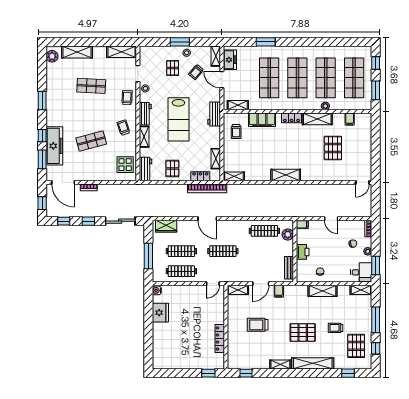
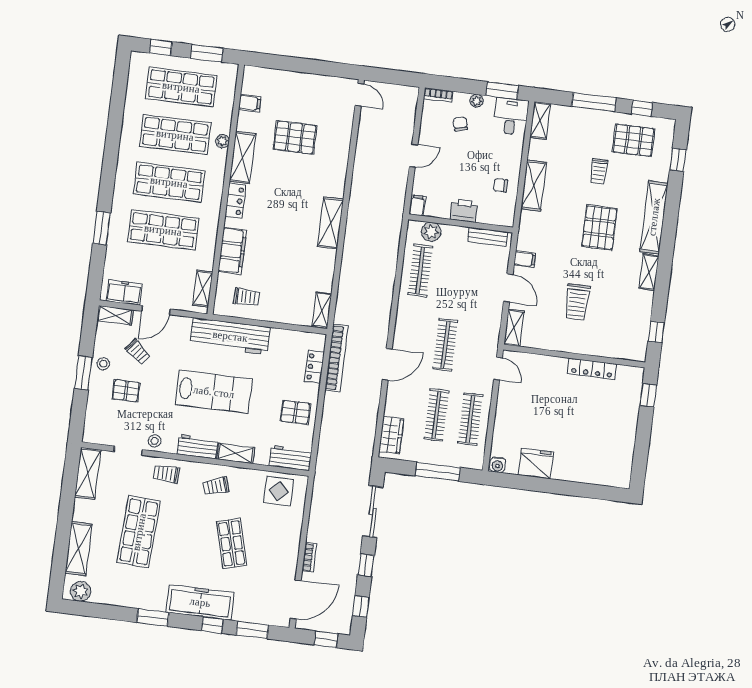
shop shelf: (91, 86) -> (139, 532), width x1.43, depth x1.36
workbench: (214, 114) -> (230, 336), width x1.88, depth x1.32
freezer: (54, 146) -> (200, 602), moved
shelving: (216, 159) -> (288, 337), removed

